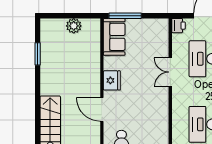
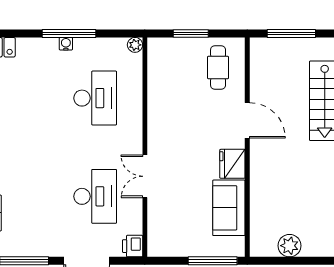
sofa: (114, 37) -> (229, 208), moved
double door: (170, 72) -> (145, 176), swing flipped

